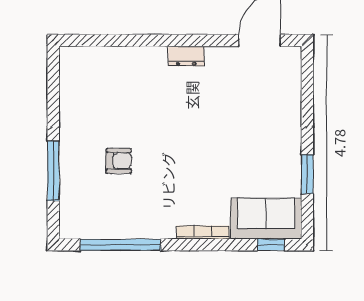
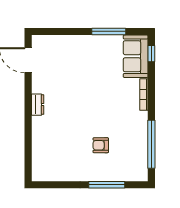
armchair: (119, 161) -> (101, 145), turned -90
window: (307, 174) -> (109, 31), width x1.44

